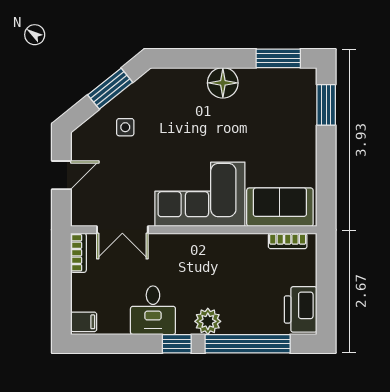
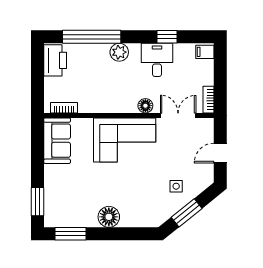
sofa: (280, 207) -> (57, 141), moved, turned -90
floor lamp: (170, 244) -> (145, 106), added
window: (177, 344) -> (167, 37), moved

